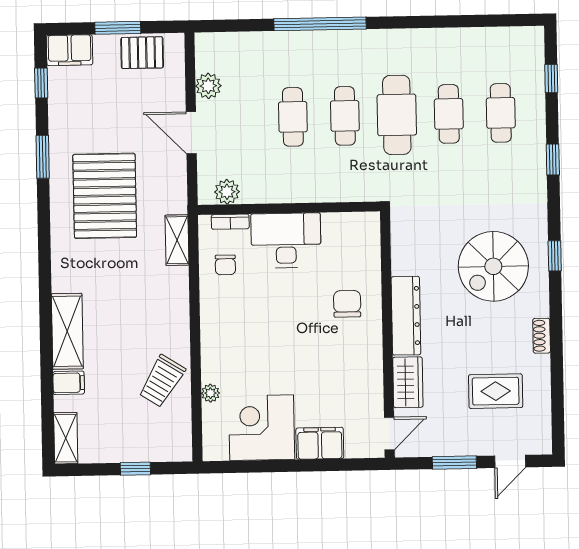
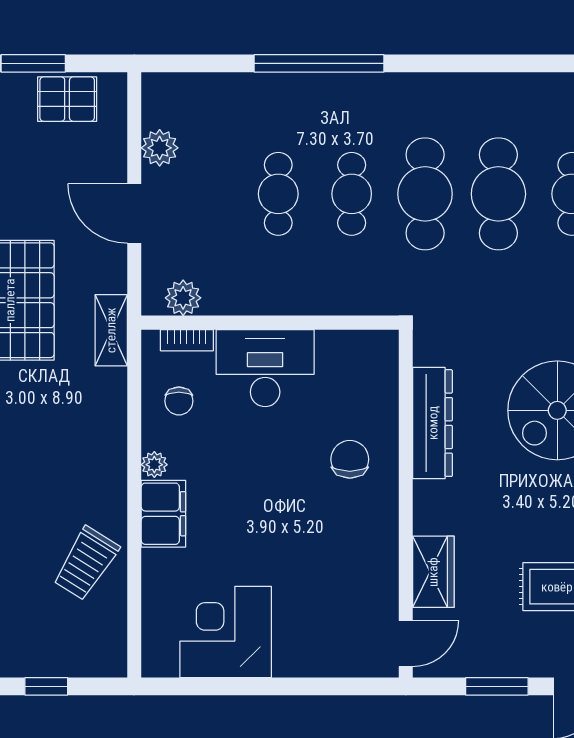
cafe table: (449, 114) -> (498, 194), width x1.37, depth x1.35
shelving: (177, 240) -> (111, 330), moved
dresser: (406, 316) -> (433, 423), moved
plant: (210, 393) -> (154, 465), moved
filing cabinet: (320, 443) -> (163, 514), moved, turned 90

